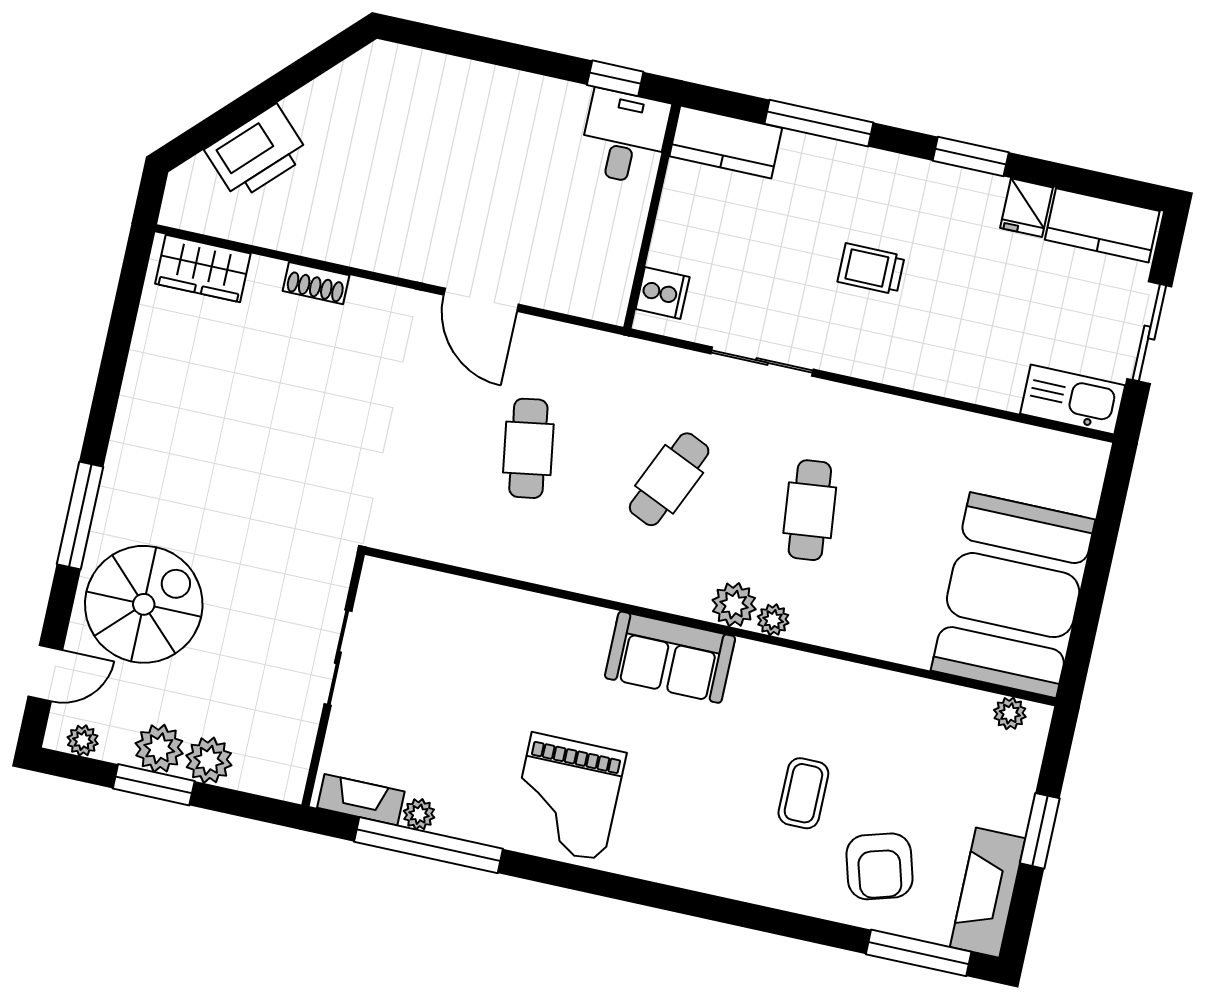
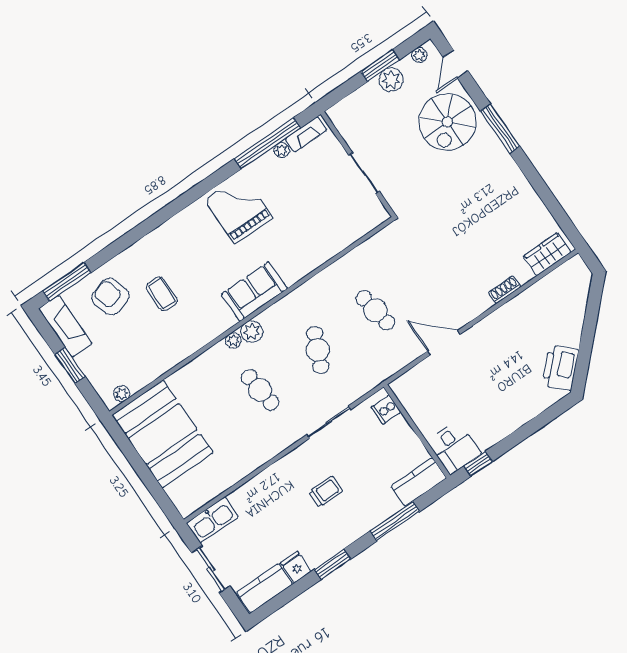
printer: (257, 152) -> (560, 368), moved
plant: (209, 760) -> (370, 93), removed

